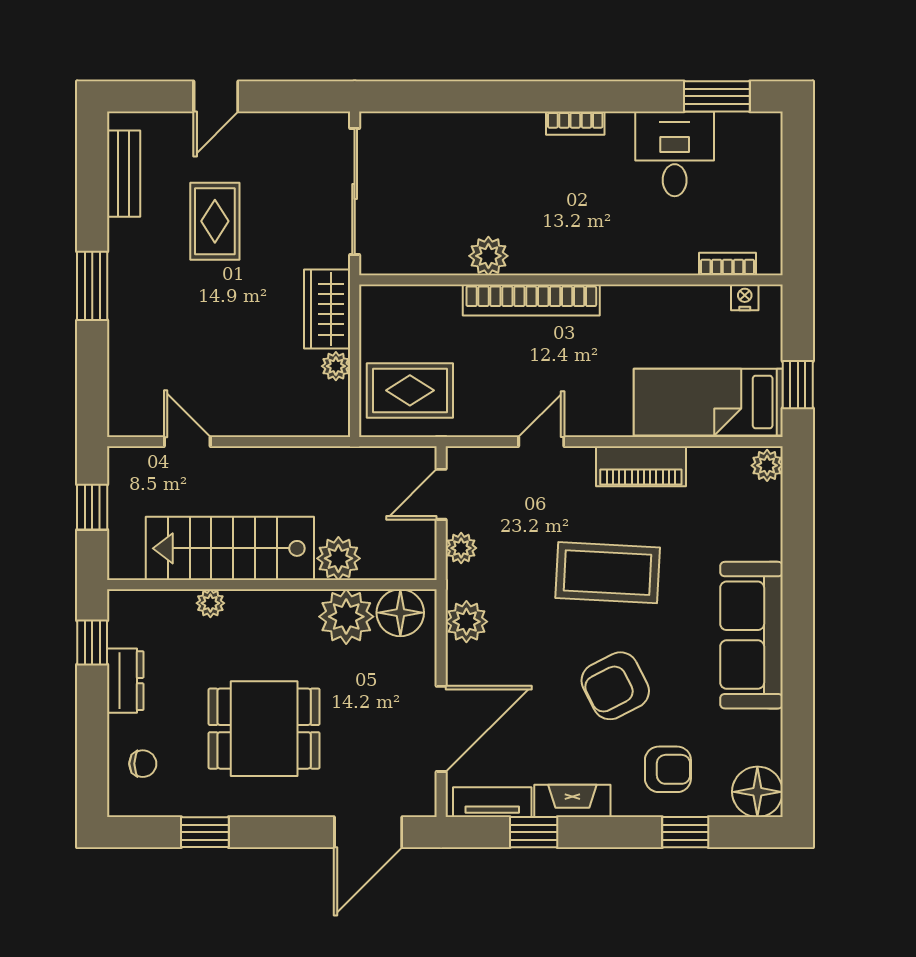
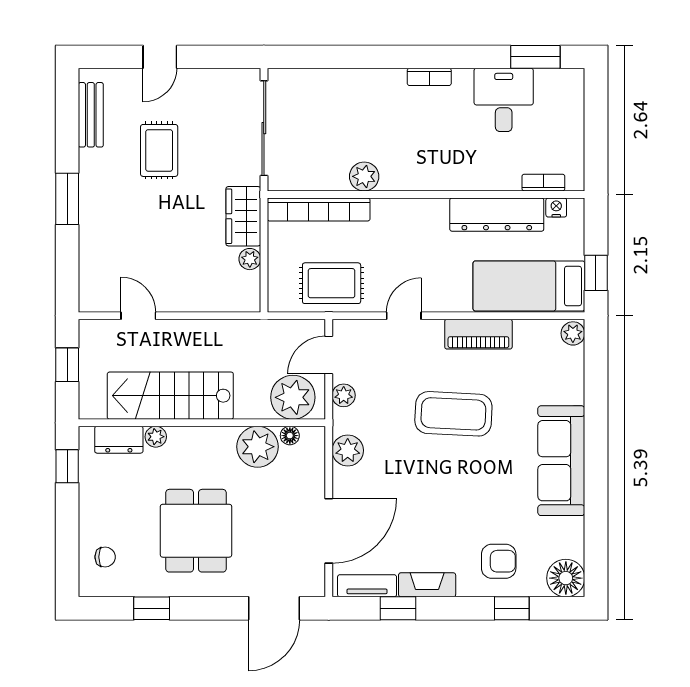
bookcase: (531, 300) -> (319, 209), moved
dresser: (665, 307) -> (497, 215), added
rug: (410, 390) -> (332, 283), moved
plant: (338, 558) -> (293, 397), moved, width x1.36, depth x1.36
floor lamp: (400, 613) -> (290, 436), width x0.53, depth x0.53
dresser: (125, 681) -> (119, 440), moved, turned 90
armchair: (615, 686) -> (459, 499), removed
dining table: (264, 729) -> (196, 531), turned 90

